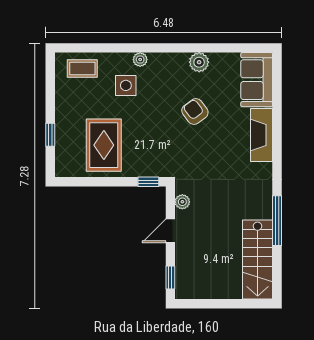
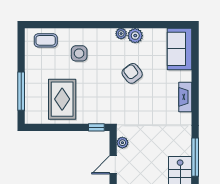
plant: (140, 60) -> (121, 34), moved
window: (50, 135) -> (21, 91), width x2.17
fireplace: (262, 135) -> (185, 97), width x0.73, depth x0.76

